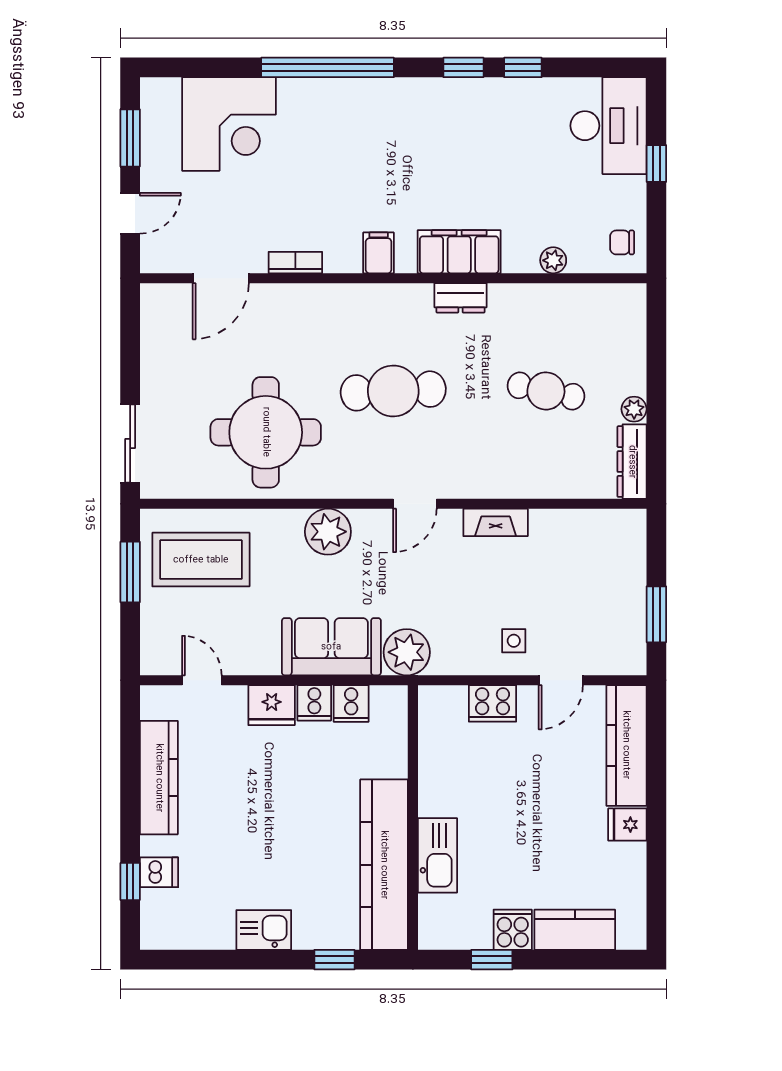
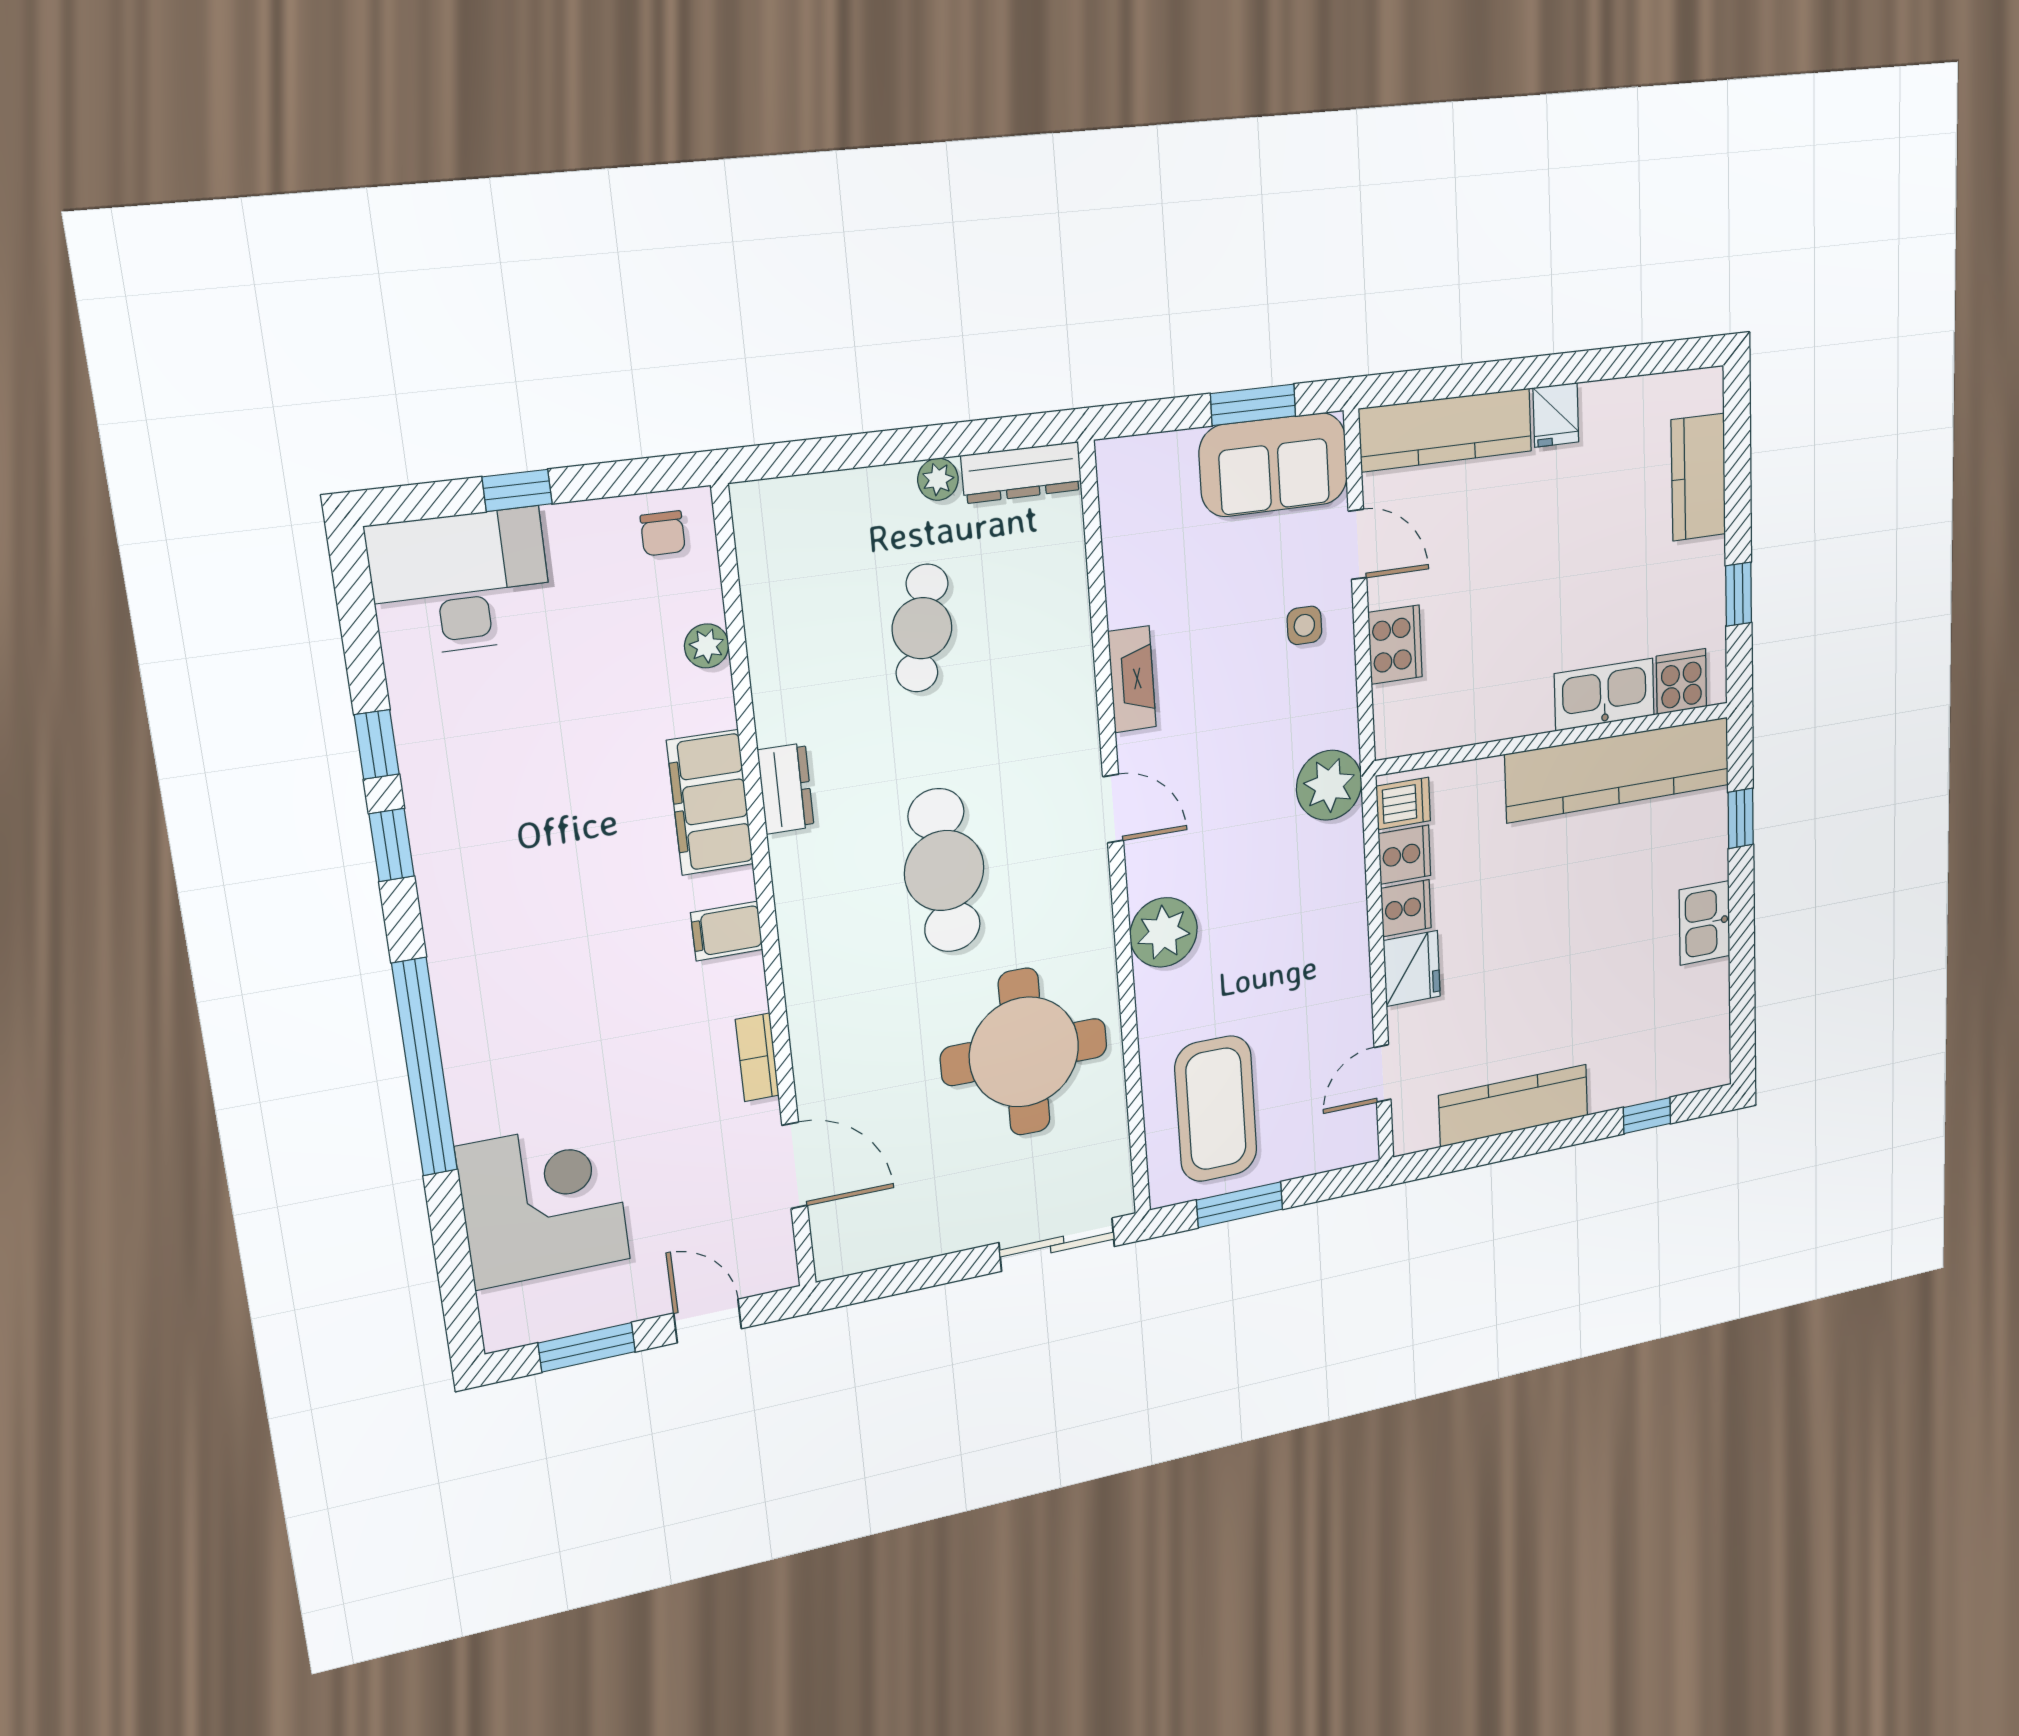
sofa: (331, 647) -> (1274, 465), moved, turned -90
dishwasher: (159, 872) -> (1403, 803), moved, turned 90
cooker: (513, 930) -> (1681, 681), moved, turned 90

